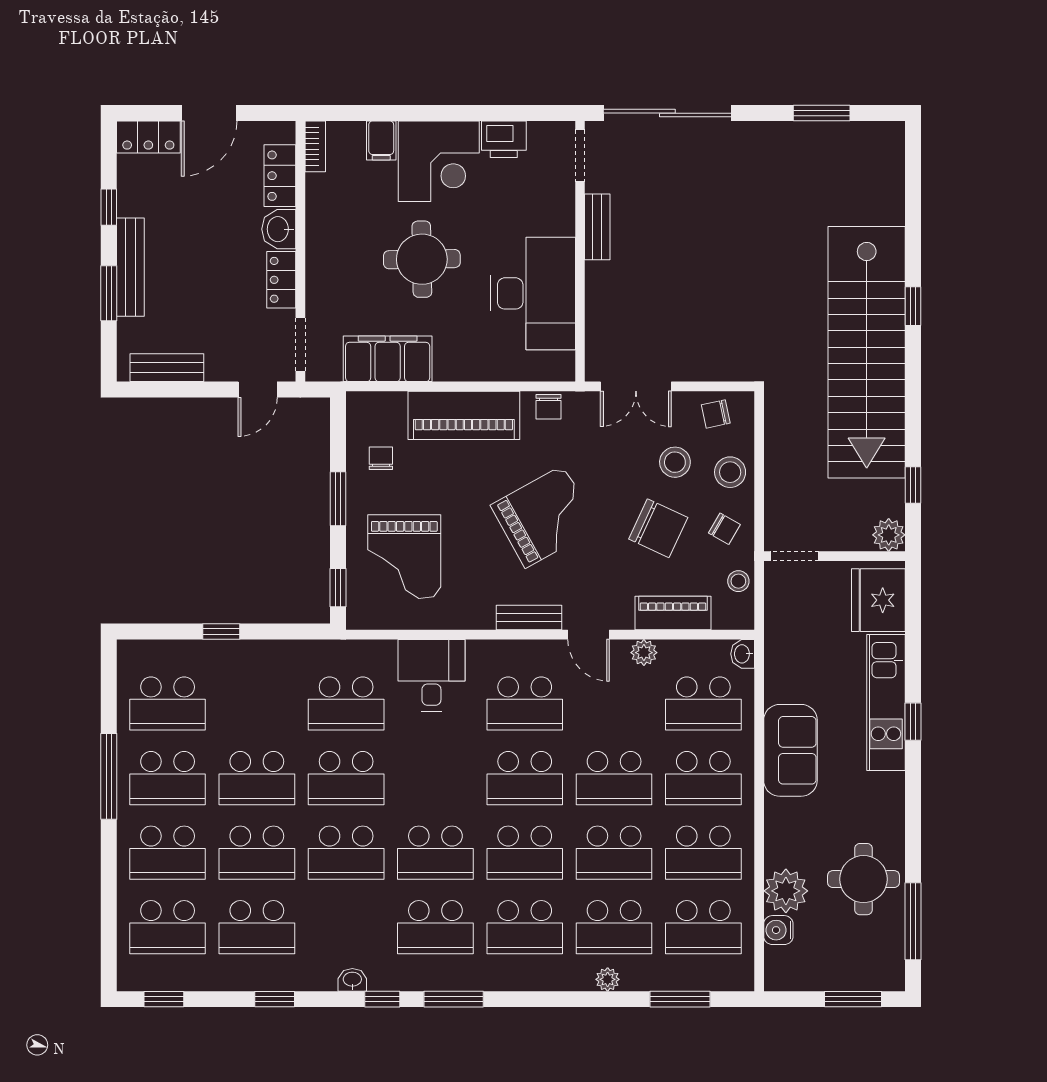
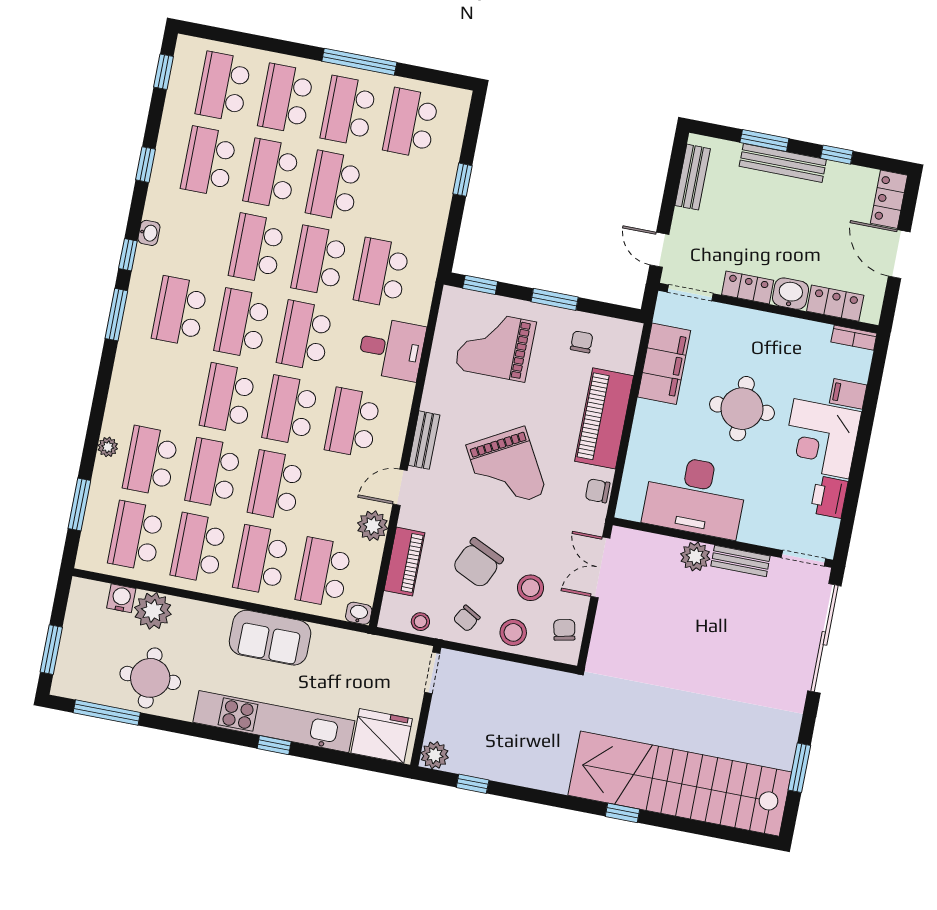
plant: (602, 280) -> (695, 556), added
stairs: (867, 352) -> (680, 784), moved
chair: (381, 458) -> (582, 342), turned -90
plant: (644, 653) -> (373, 526), width x1.38, depth x1.38
kitchen unit: (886, 702) -> (274, 722), width x1.36
school desk: (525, 927) -> (305, 335), moved

